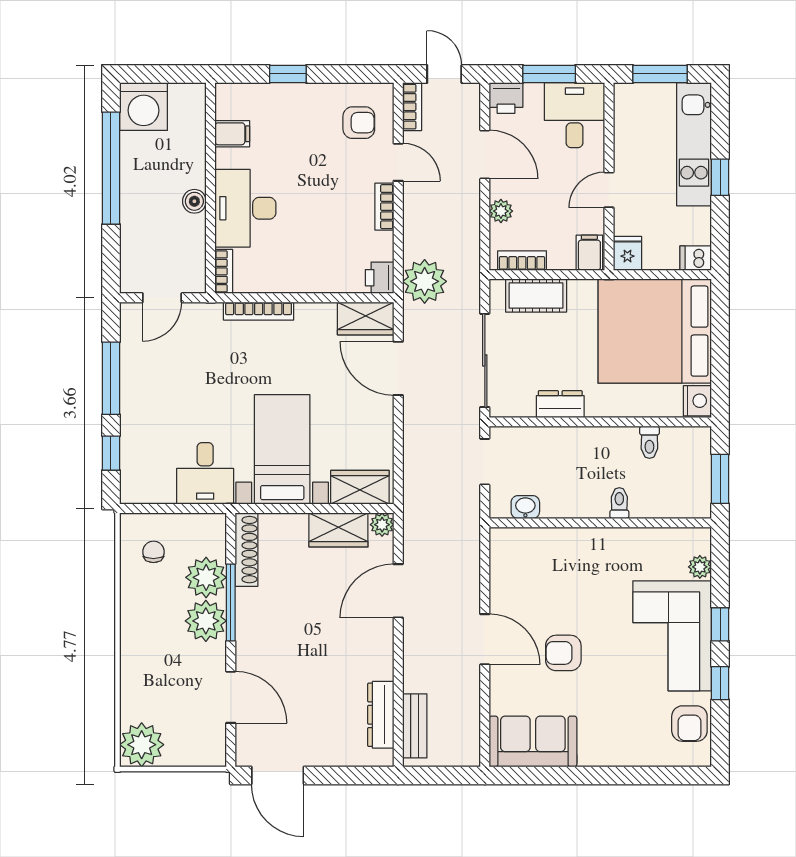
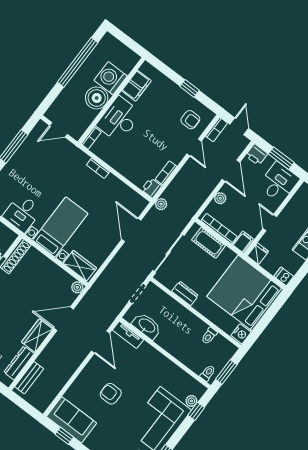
window: (288, 74) -> (189, 88), moved
washing machine: (144, 107) -> (111, 78), moved, turned 90
filing cabinet: (232, 134) -> (136, 86), width x2.00
door: (609, 190) -> (270, 223), hinge flipped
boiler: (194, 201) -> (97, 98), width x1.86, depth x1.86
bookcase: (384, 207) -> (166, 173), moved
bookcase: (522, 261) -> (219, 229), width x1.56
plant: (425, 281) -> (161, 204), width x0.53, depth x0.53
bookcase: (259, 311) -> (98, 168), width x0.64
wardrobe: (366, 318) -> (134, 200), removed
toilet: (619, 503) -> (208, 373), moved
washbasin: (525, 507) -> (147, 326), width x1.91, depth x1.45
wardrobe: (338, 530) -> (37, 336), moved, turned 90
tv unit: (520, 539) -> (128, 335), added
window: (720, 624) -> (196, 411), moved
door: (485, 639) -> (101, 342), moved
window: (541, 775) -> (64, 436), added

